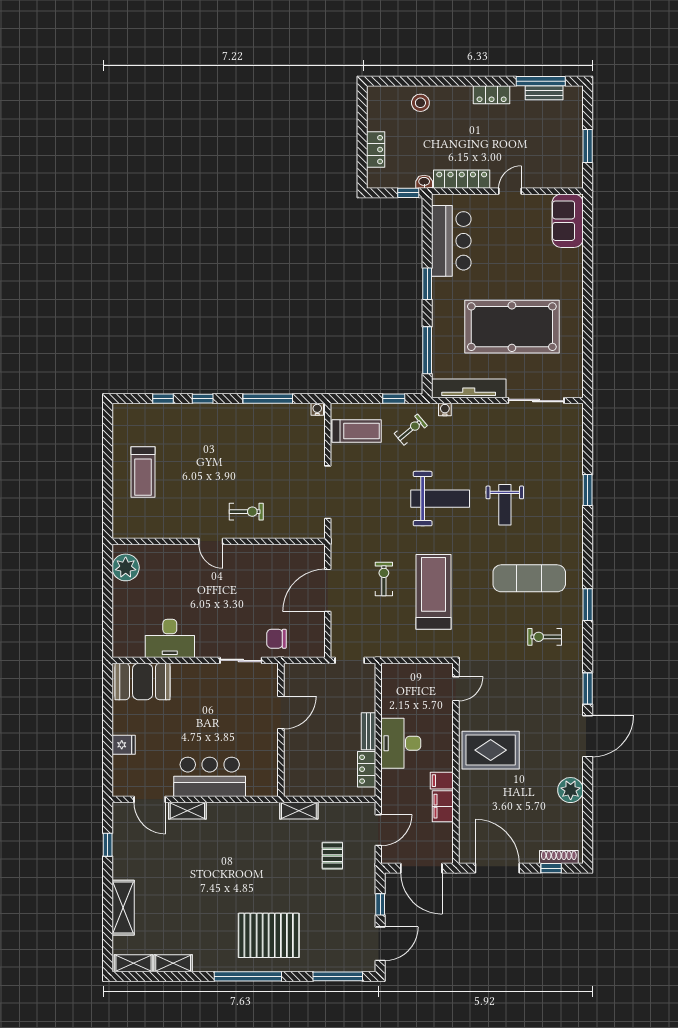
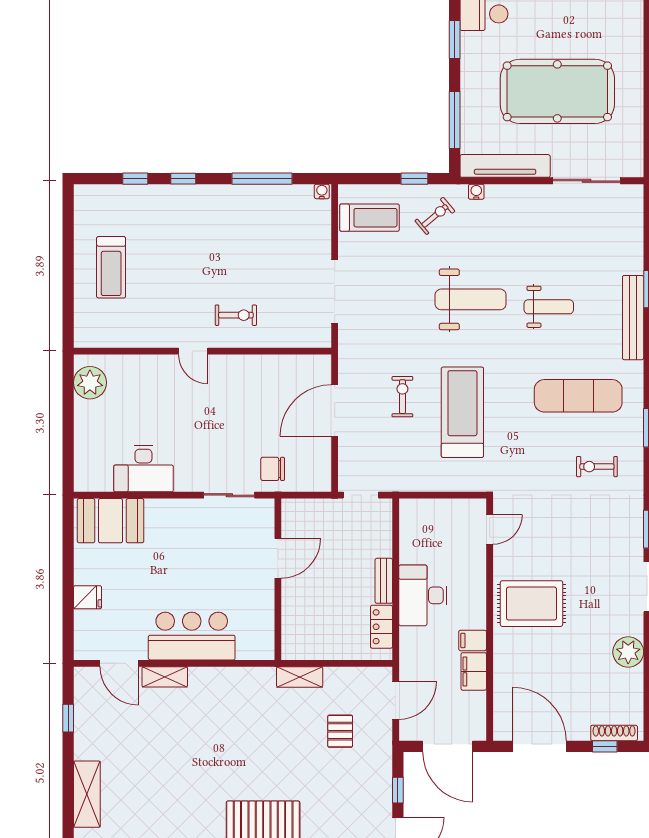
weight bench: (505, 505) -> (549, 307), turned -90
bench: (574, 514) -> (633, 318), added

